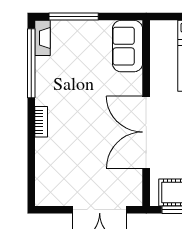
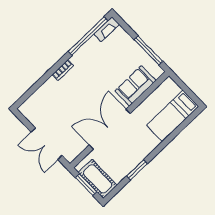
window: (74, 17) -> (148, 50), moved
sofa: (128, 46) -> (135, 86), moved

